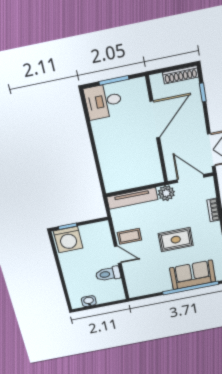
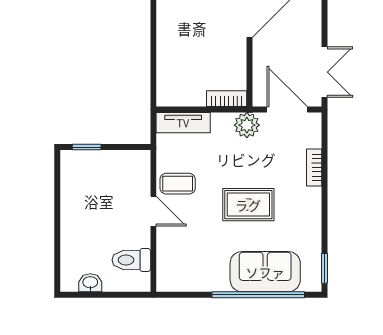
bookcase: (150, 180) -> (227, 99), added
tv unit: (132, 198) -> (183, 123), width x0.71
washing machine: (68, 240) -> (82, 169), removed
toilet: (108, 274) -> (131, 260), moved

